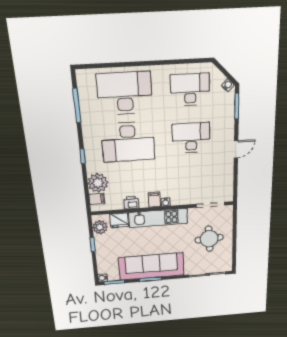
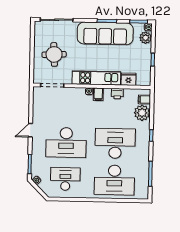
desk: (190, 90) -> (65, 179), turned 180
desk: (191, 138) -> (66, 142), width x1.36, depth x1.30
plant: (100, 227) -> (146, 38), moved

